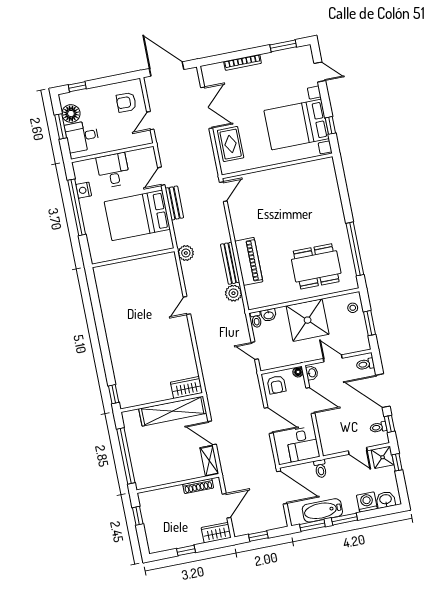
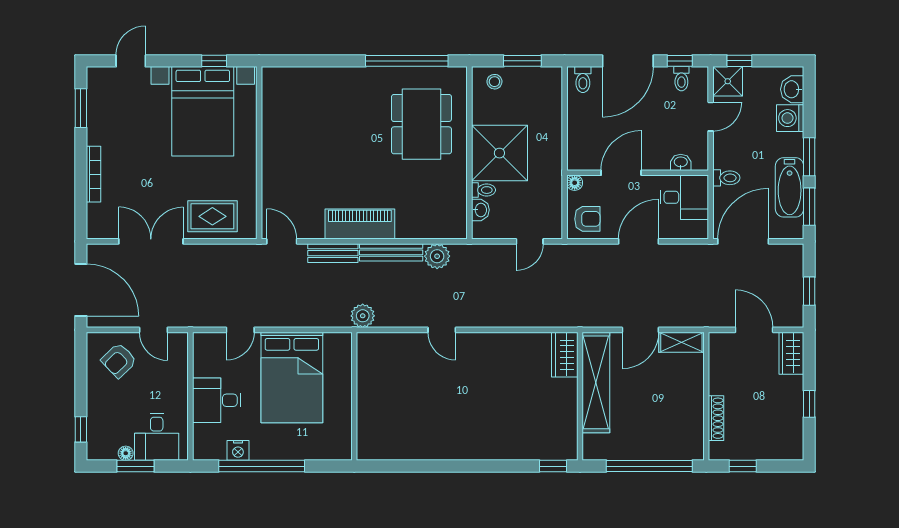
door: (167, 69) -> (81, 290), swing flipped
armchair: (126, 102) -> (119, 360), turned 45
floor lamp: (71, 114) -> (126, 453), width x0.53, depth x0.53
door: (161, 176) -> (240, 330), hinge flipped
bench: (174, 203) -> (333, 253), moved
piano: (249, 261) -> (360, 224), moved
toilet: (256, 320) -> (483, 190), moved
door: (333, 358) -> (565, 127), removed
washbasin: (312, 373) -> (681, 162), moved
shoe rack: (198, 486) -> (716, 418), moved

